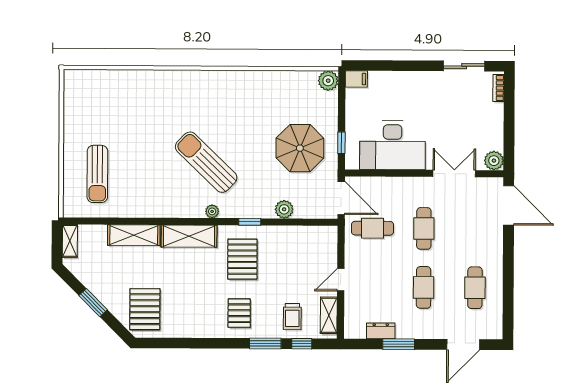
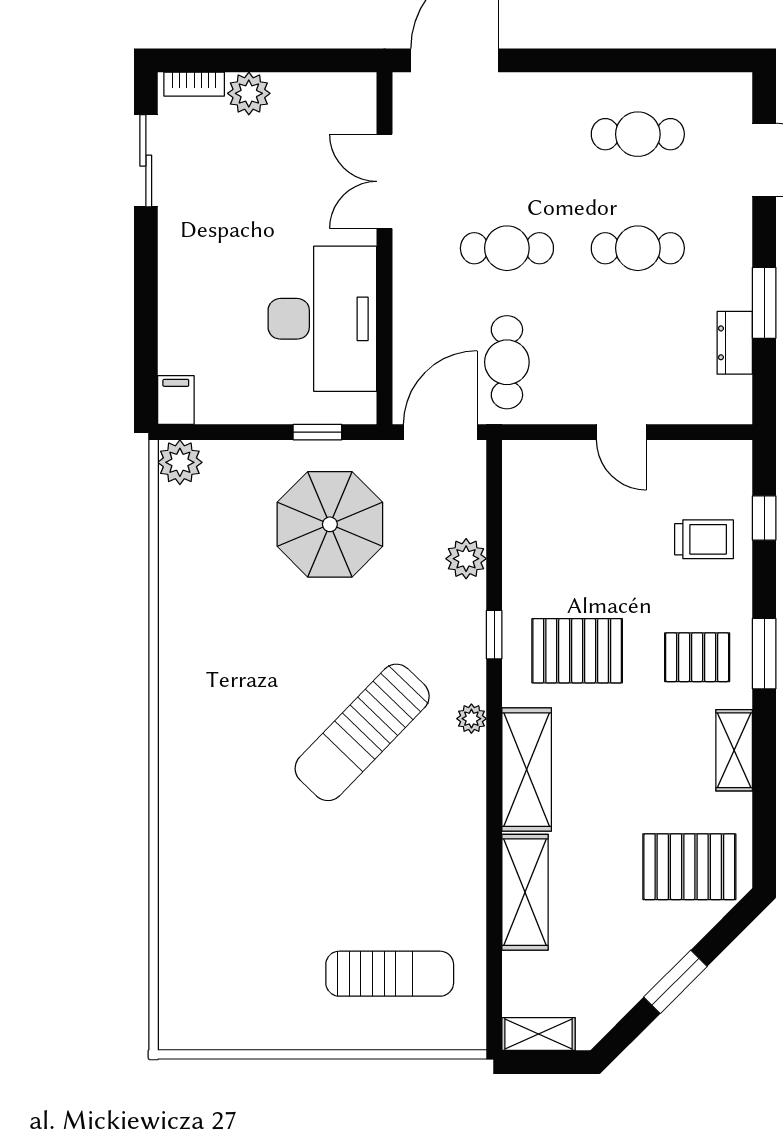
plant: (494, 161) -> (249, 93), moved
shelving: (329, 315) -> (734, 750), moved, turned 90
window: (265, 344) -> (764, 654), moved

